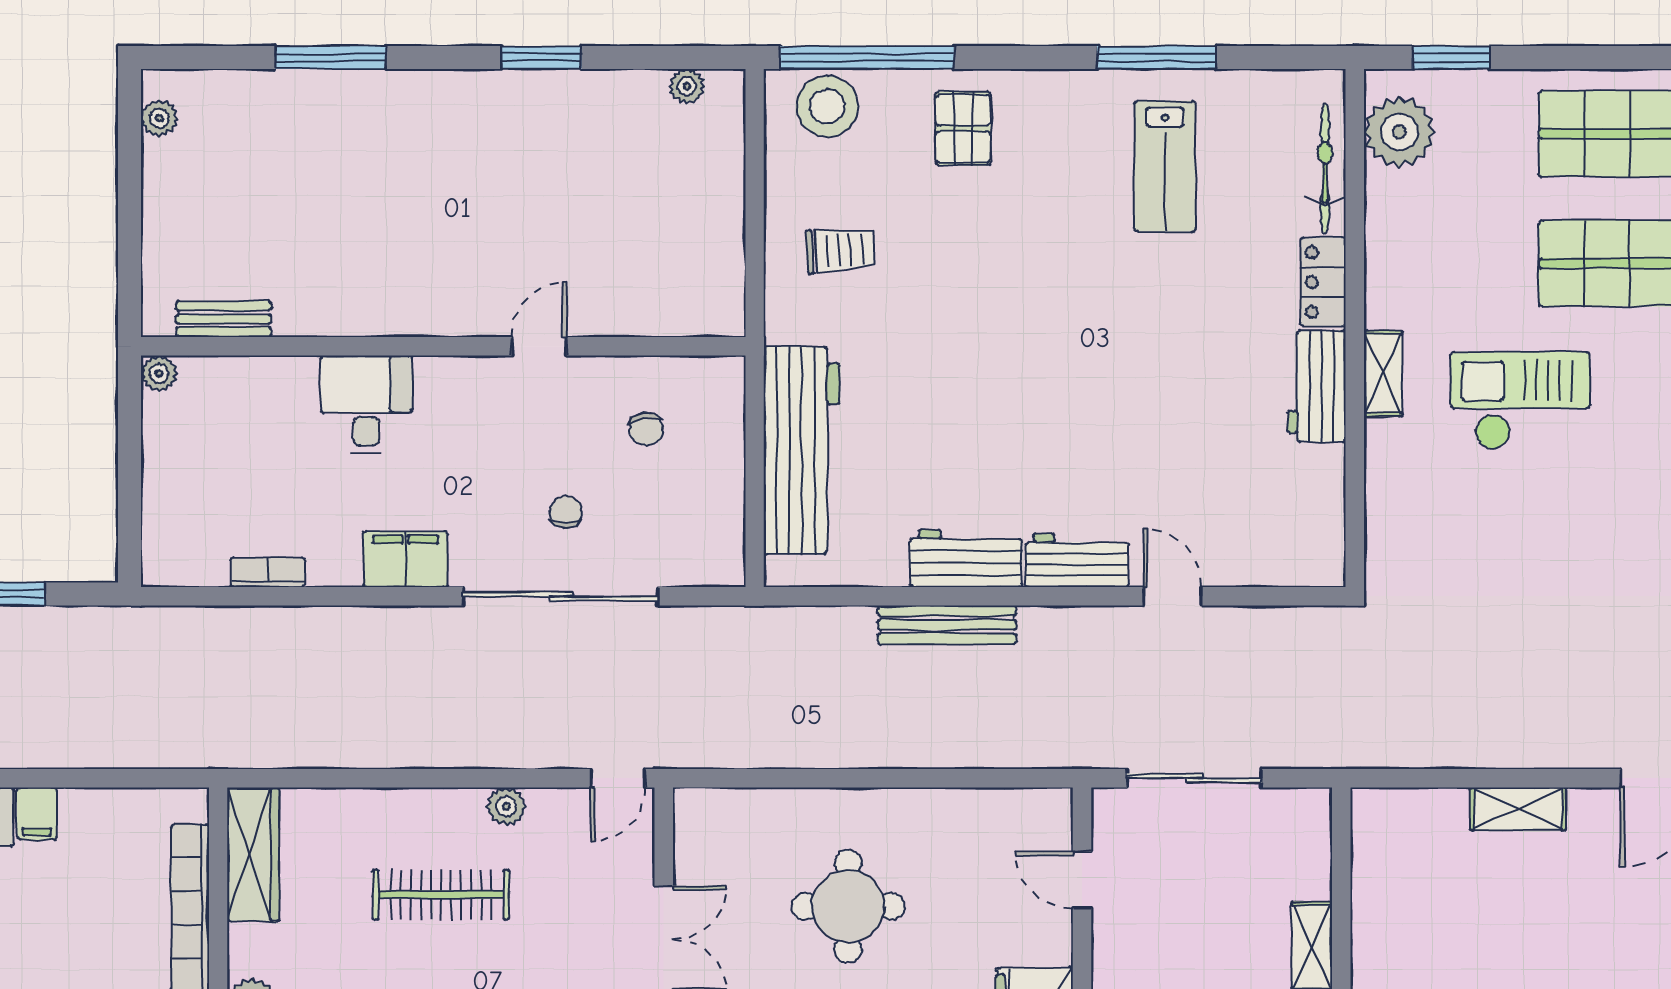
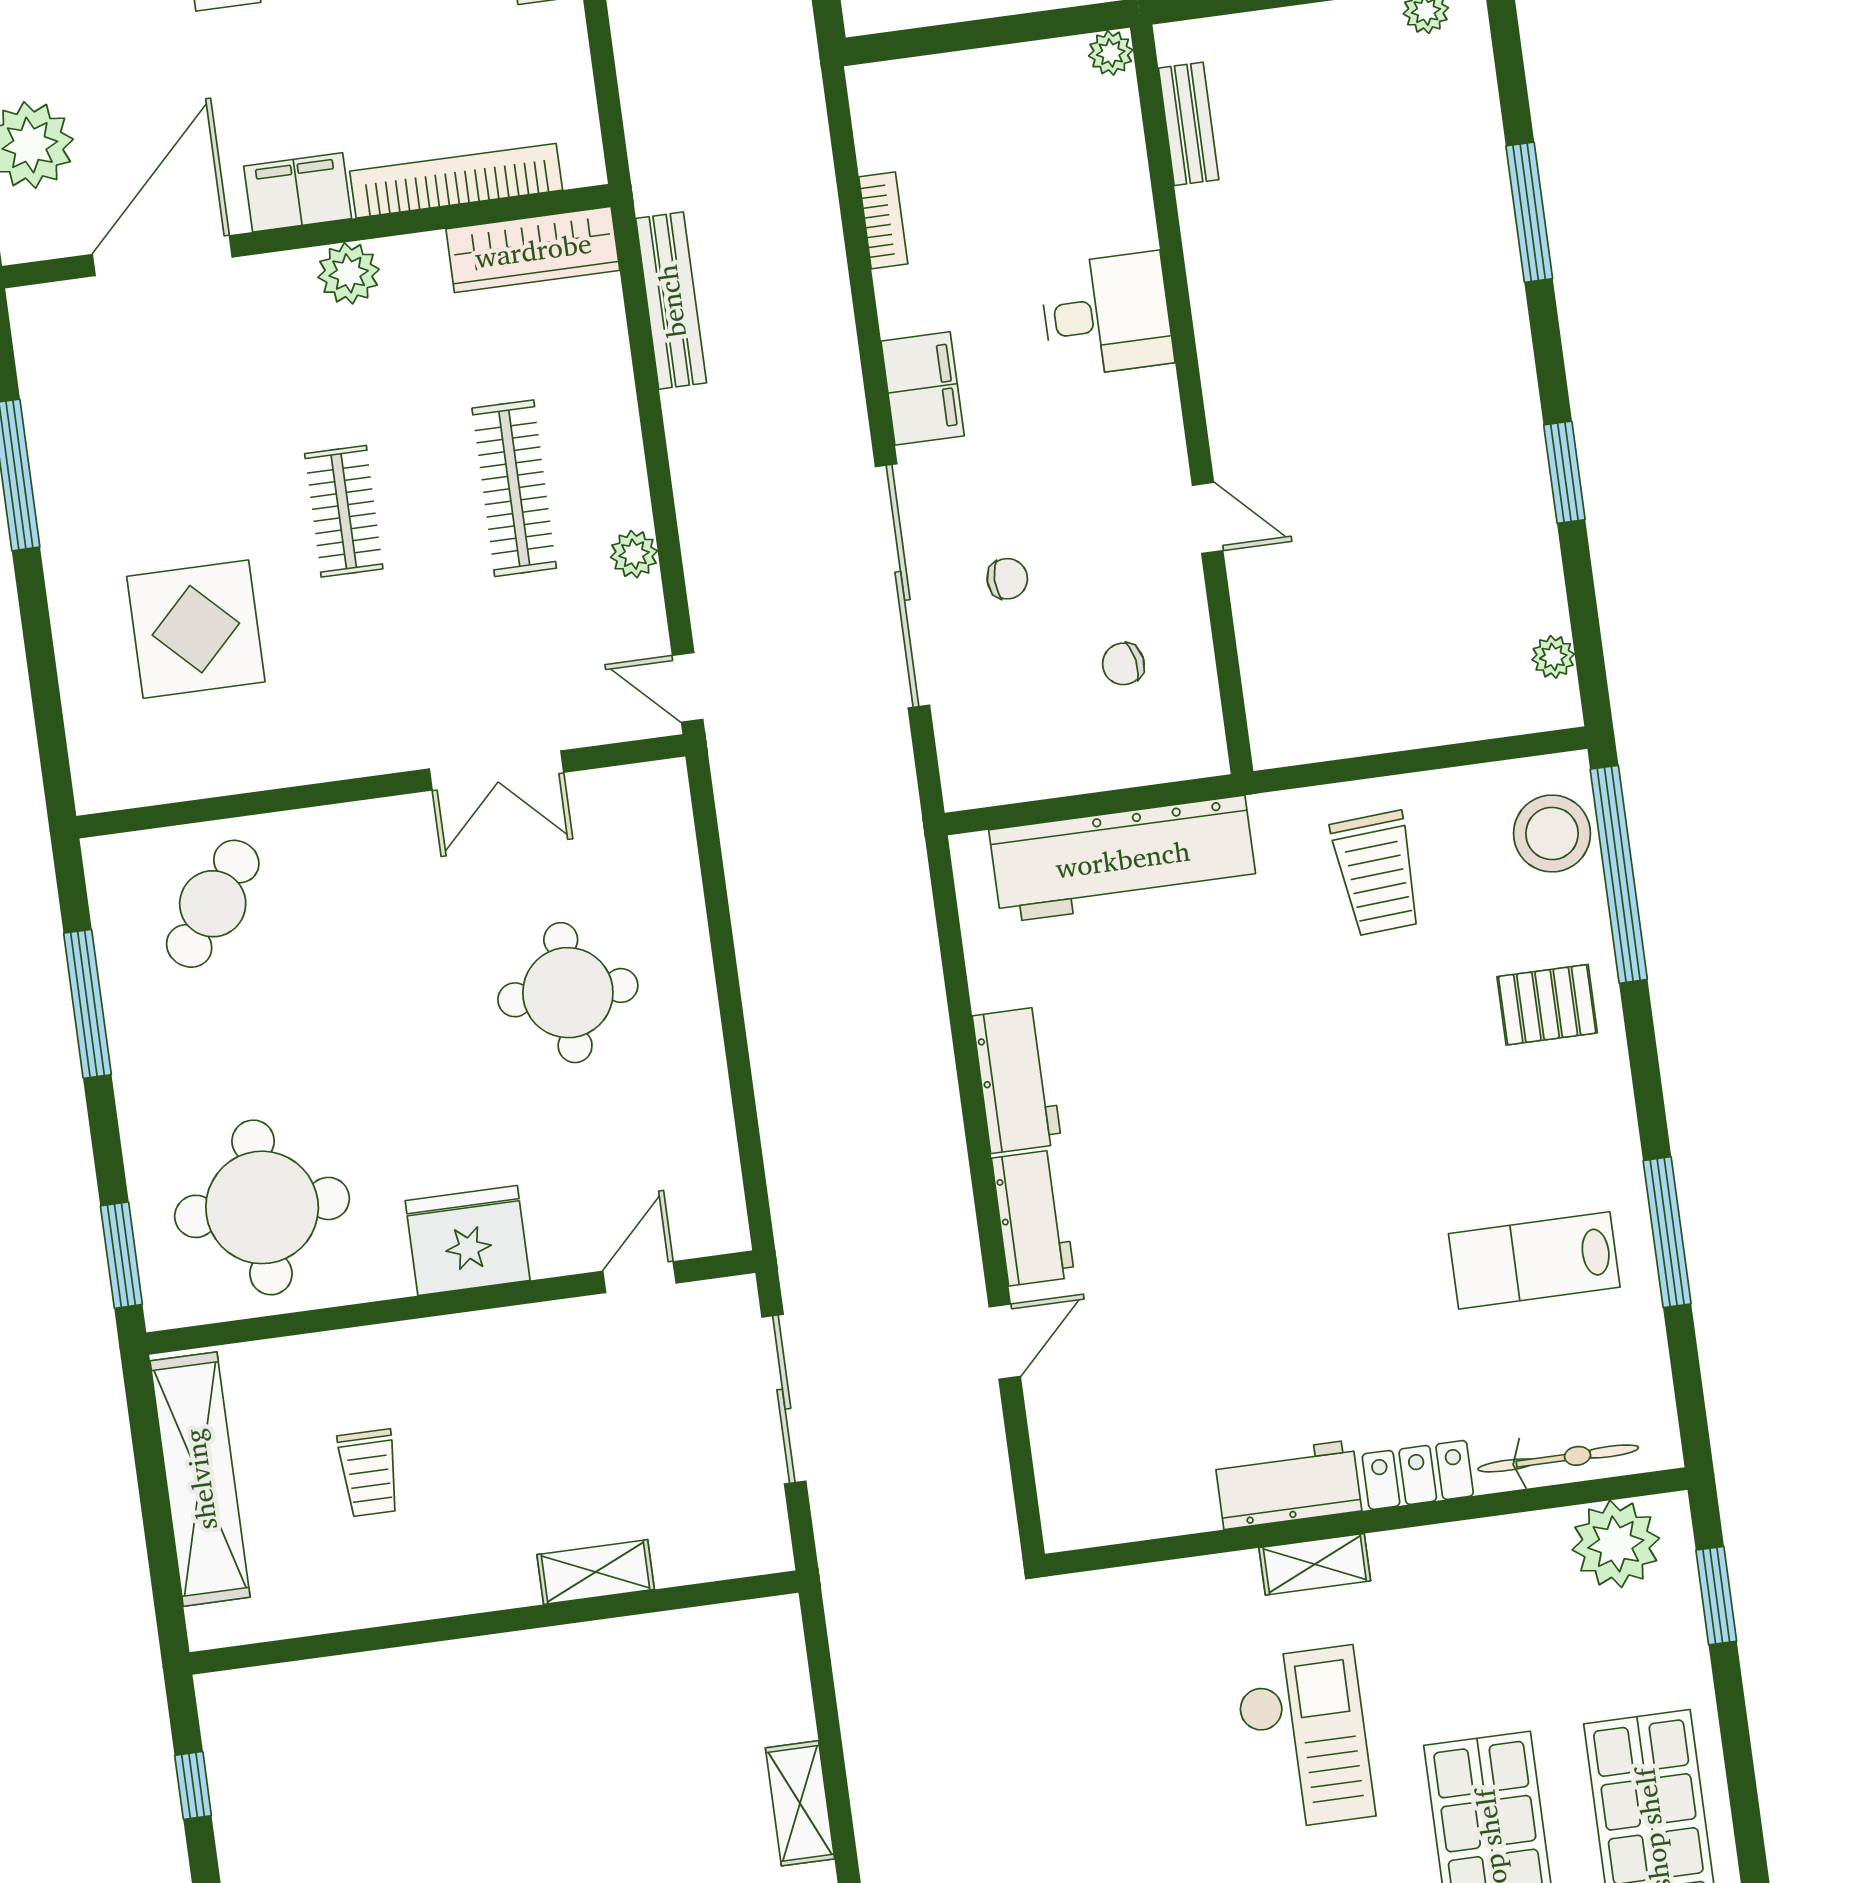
trolley: (840, 250) -> (1377, 873), width x1.36, depth x1.39
bench: (947, 625) -> (671, 301), moved

